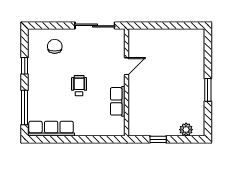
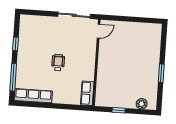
chair: (55, 46) -> (41, 30), removed
door: (127, 66) -> (99, 31), moved
row of seats: (118, 101) -> (87, 93), moved

